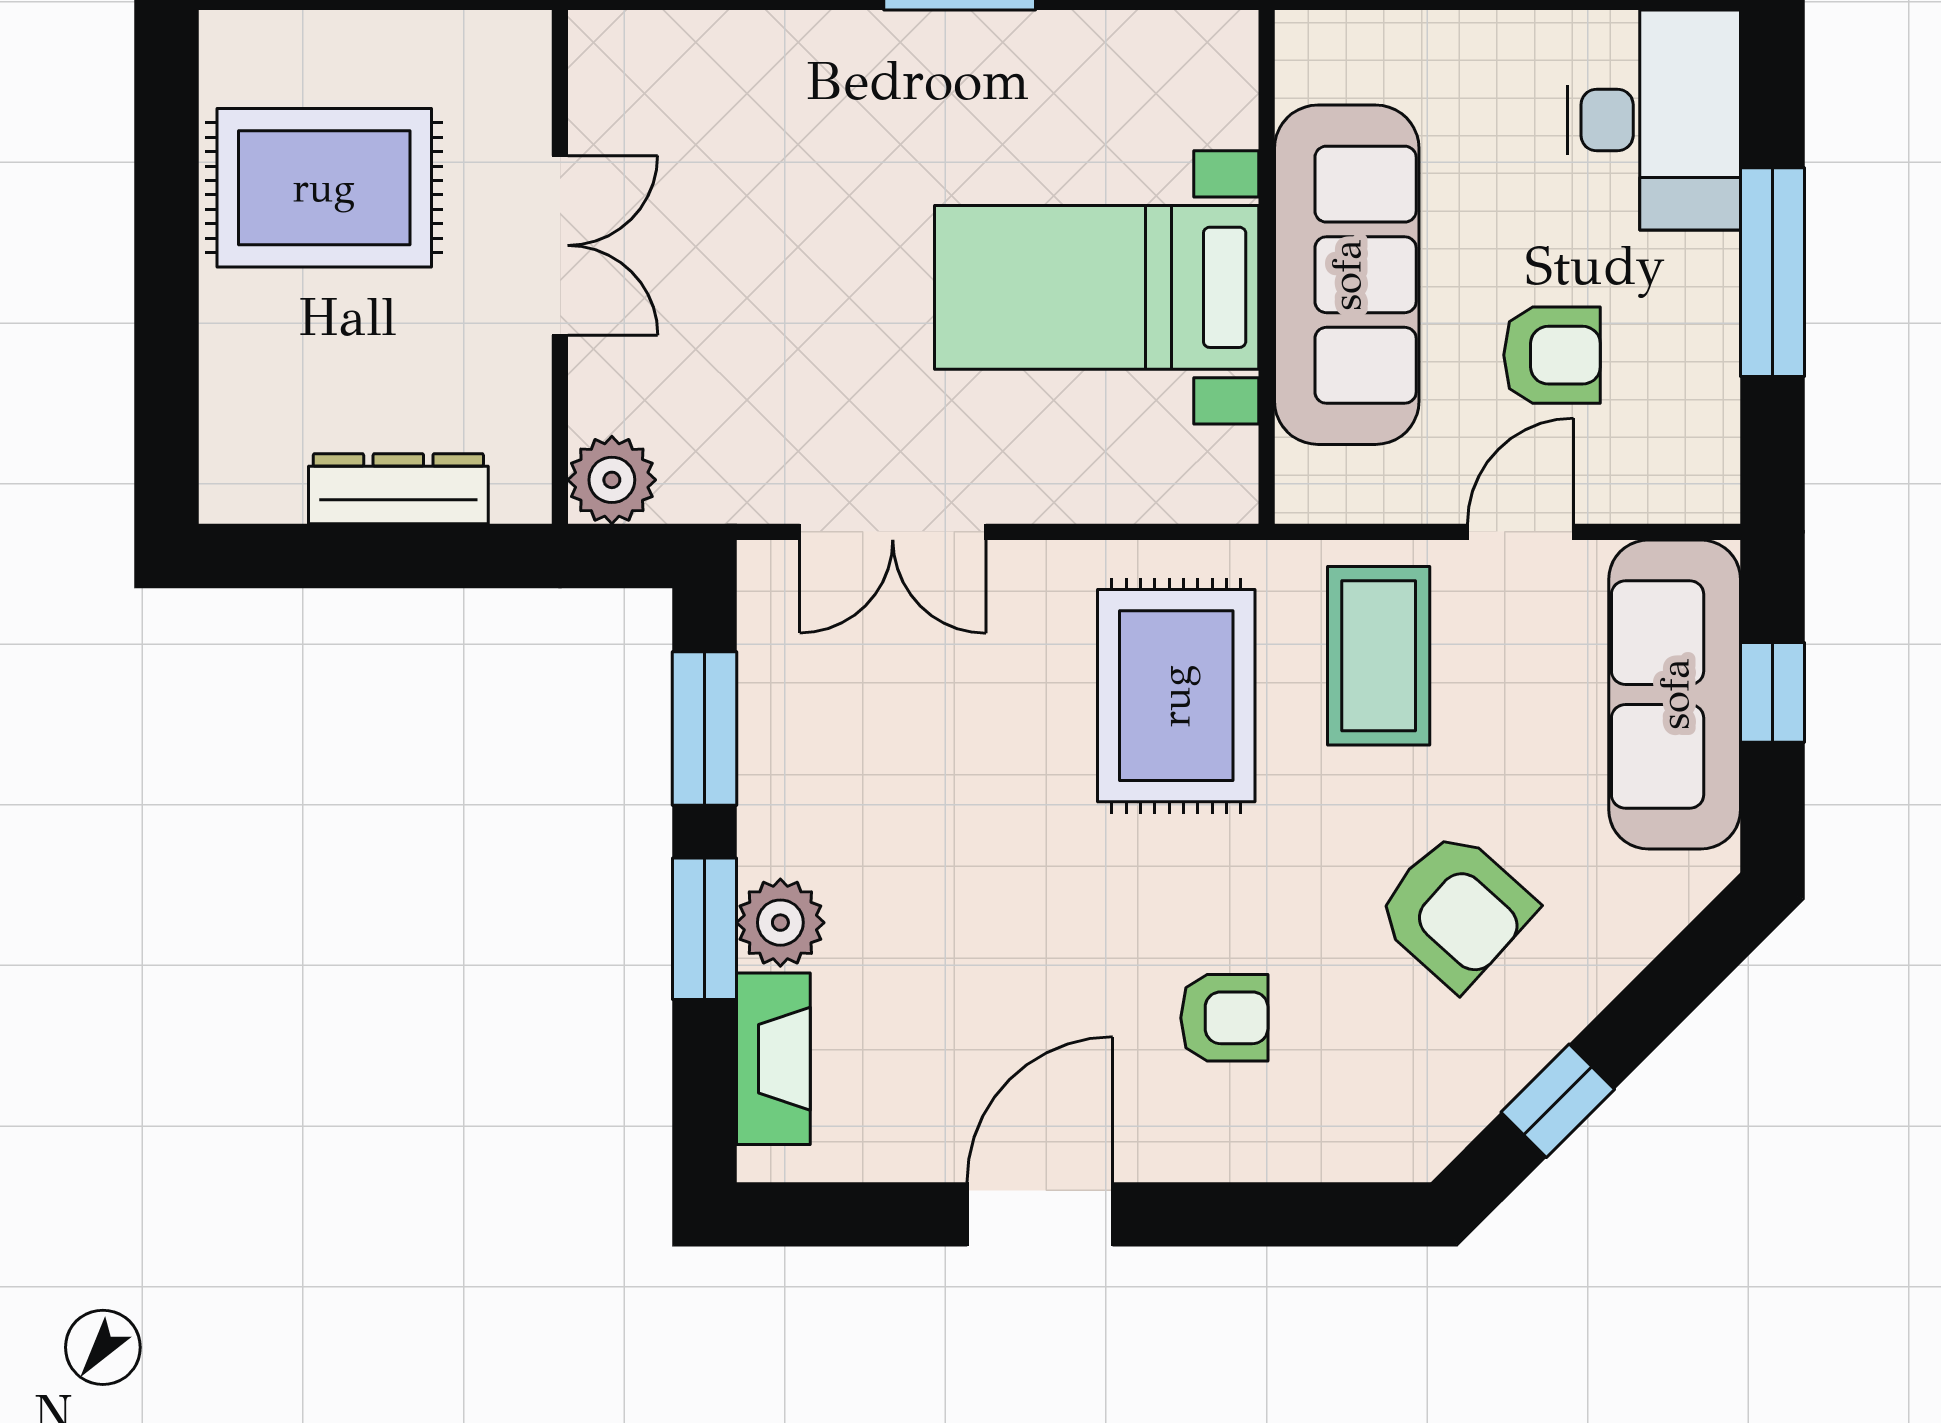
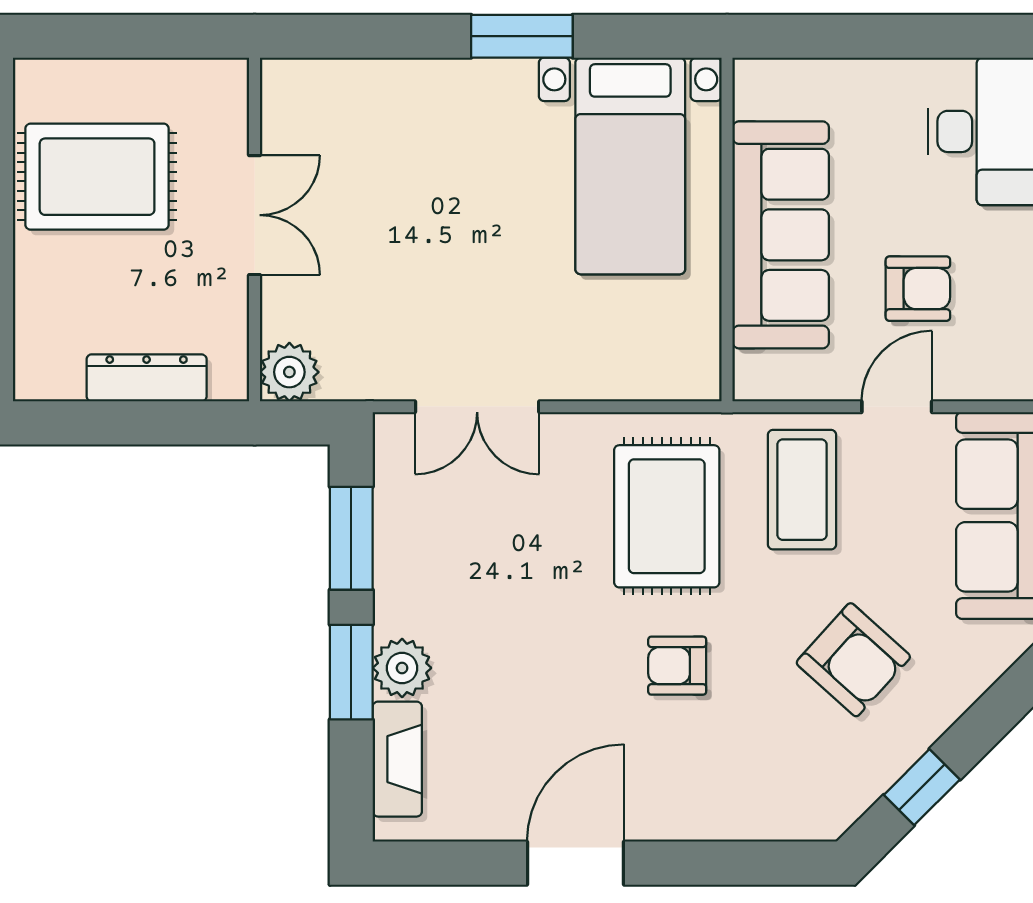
bed with nightstands: (1097, 287) -> (630, 166), moved, turned -90
armchair: (1224, 1018) -> (677, 666), moved, turned 180

